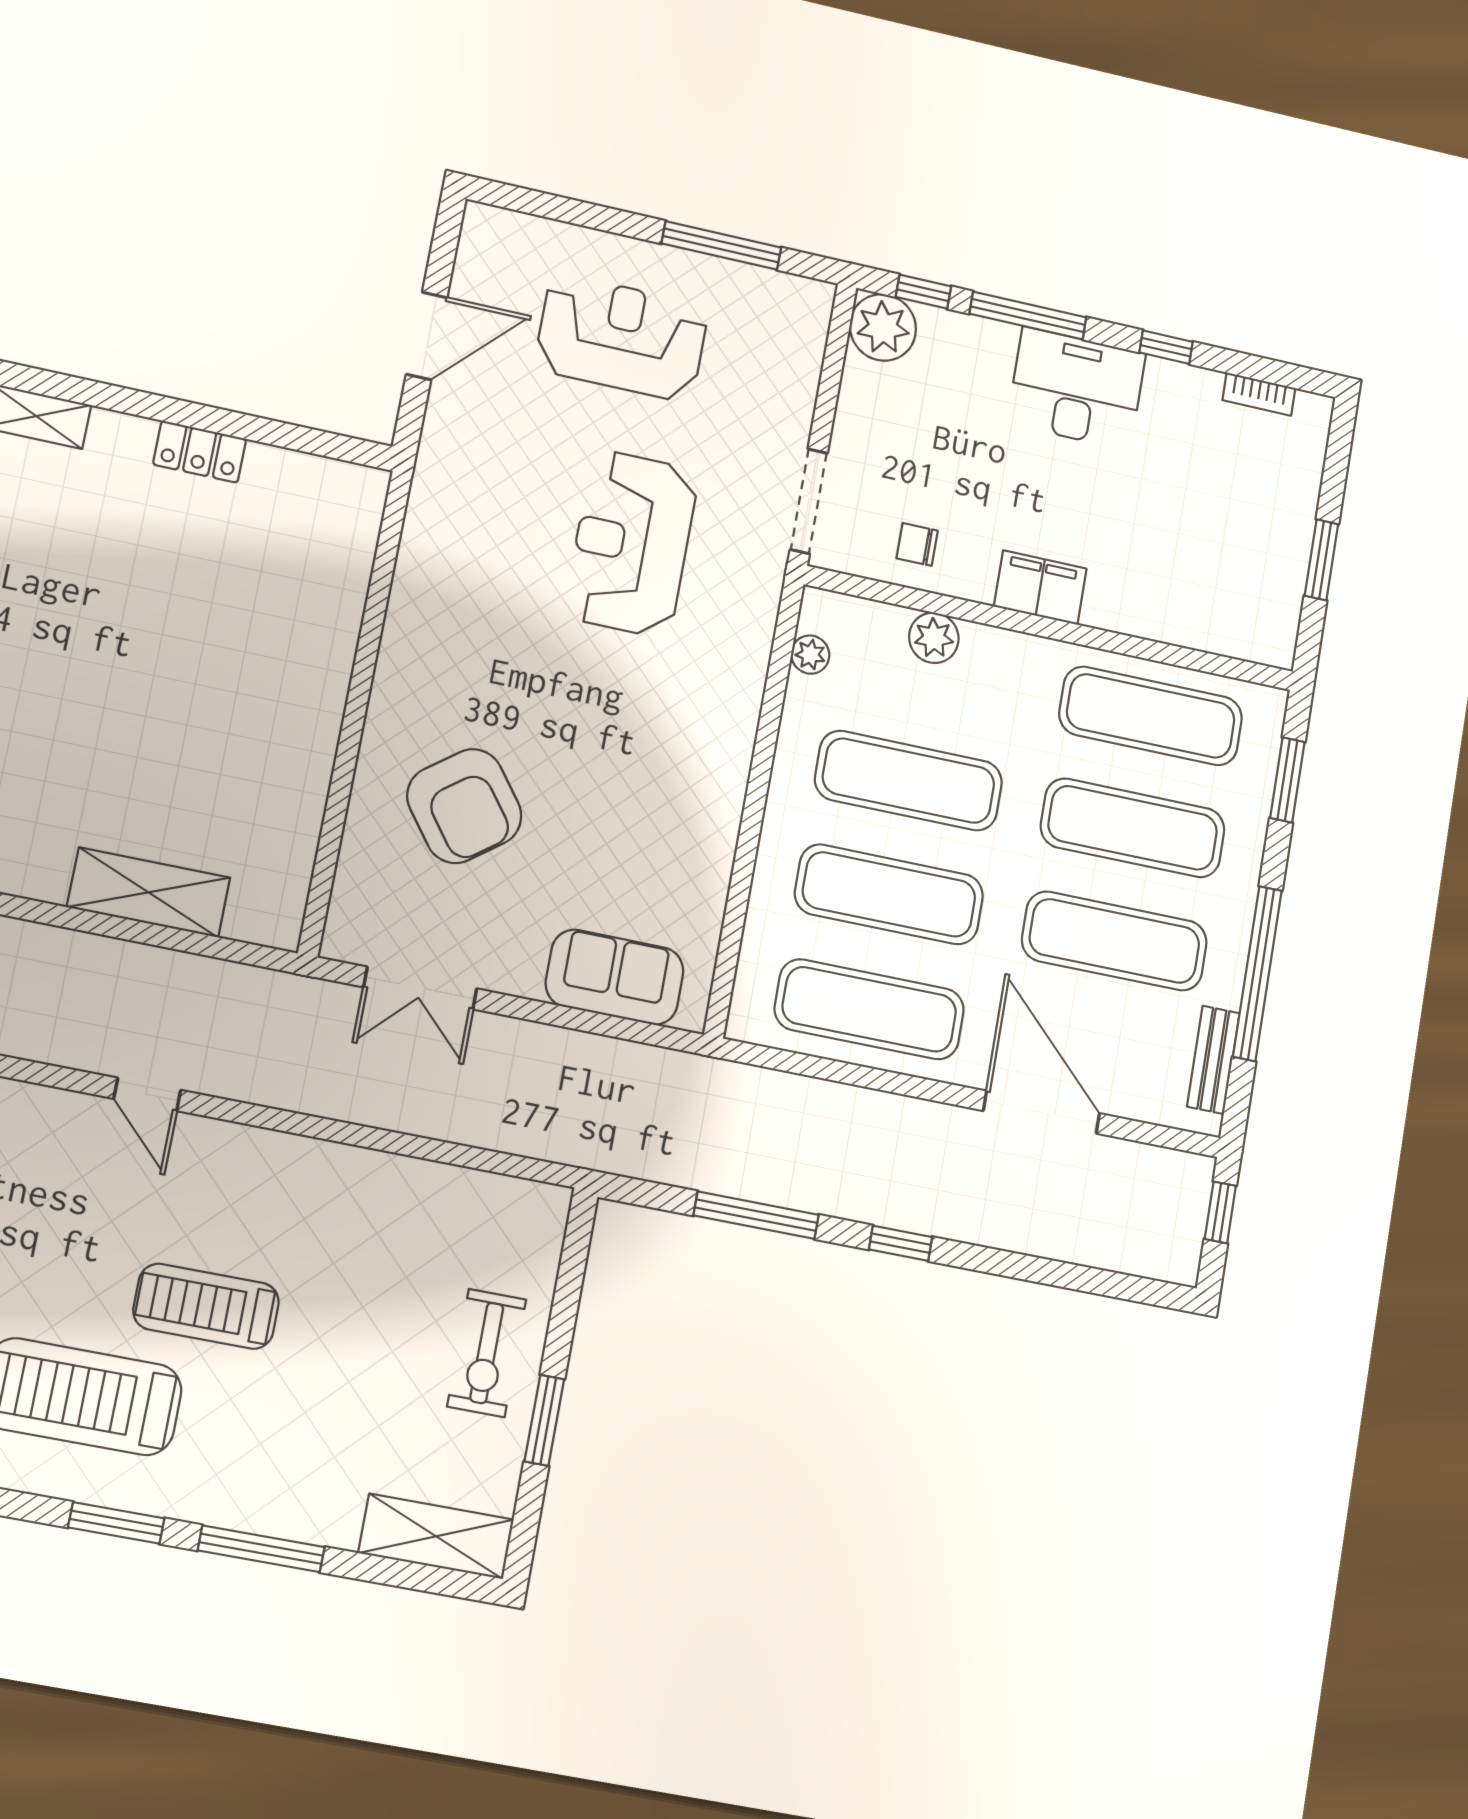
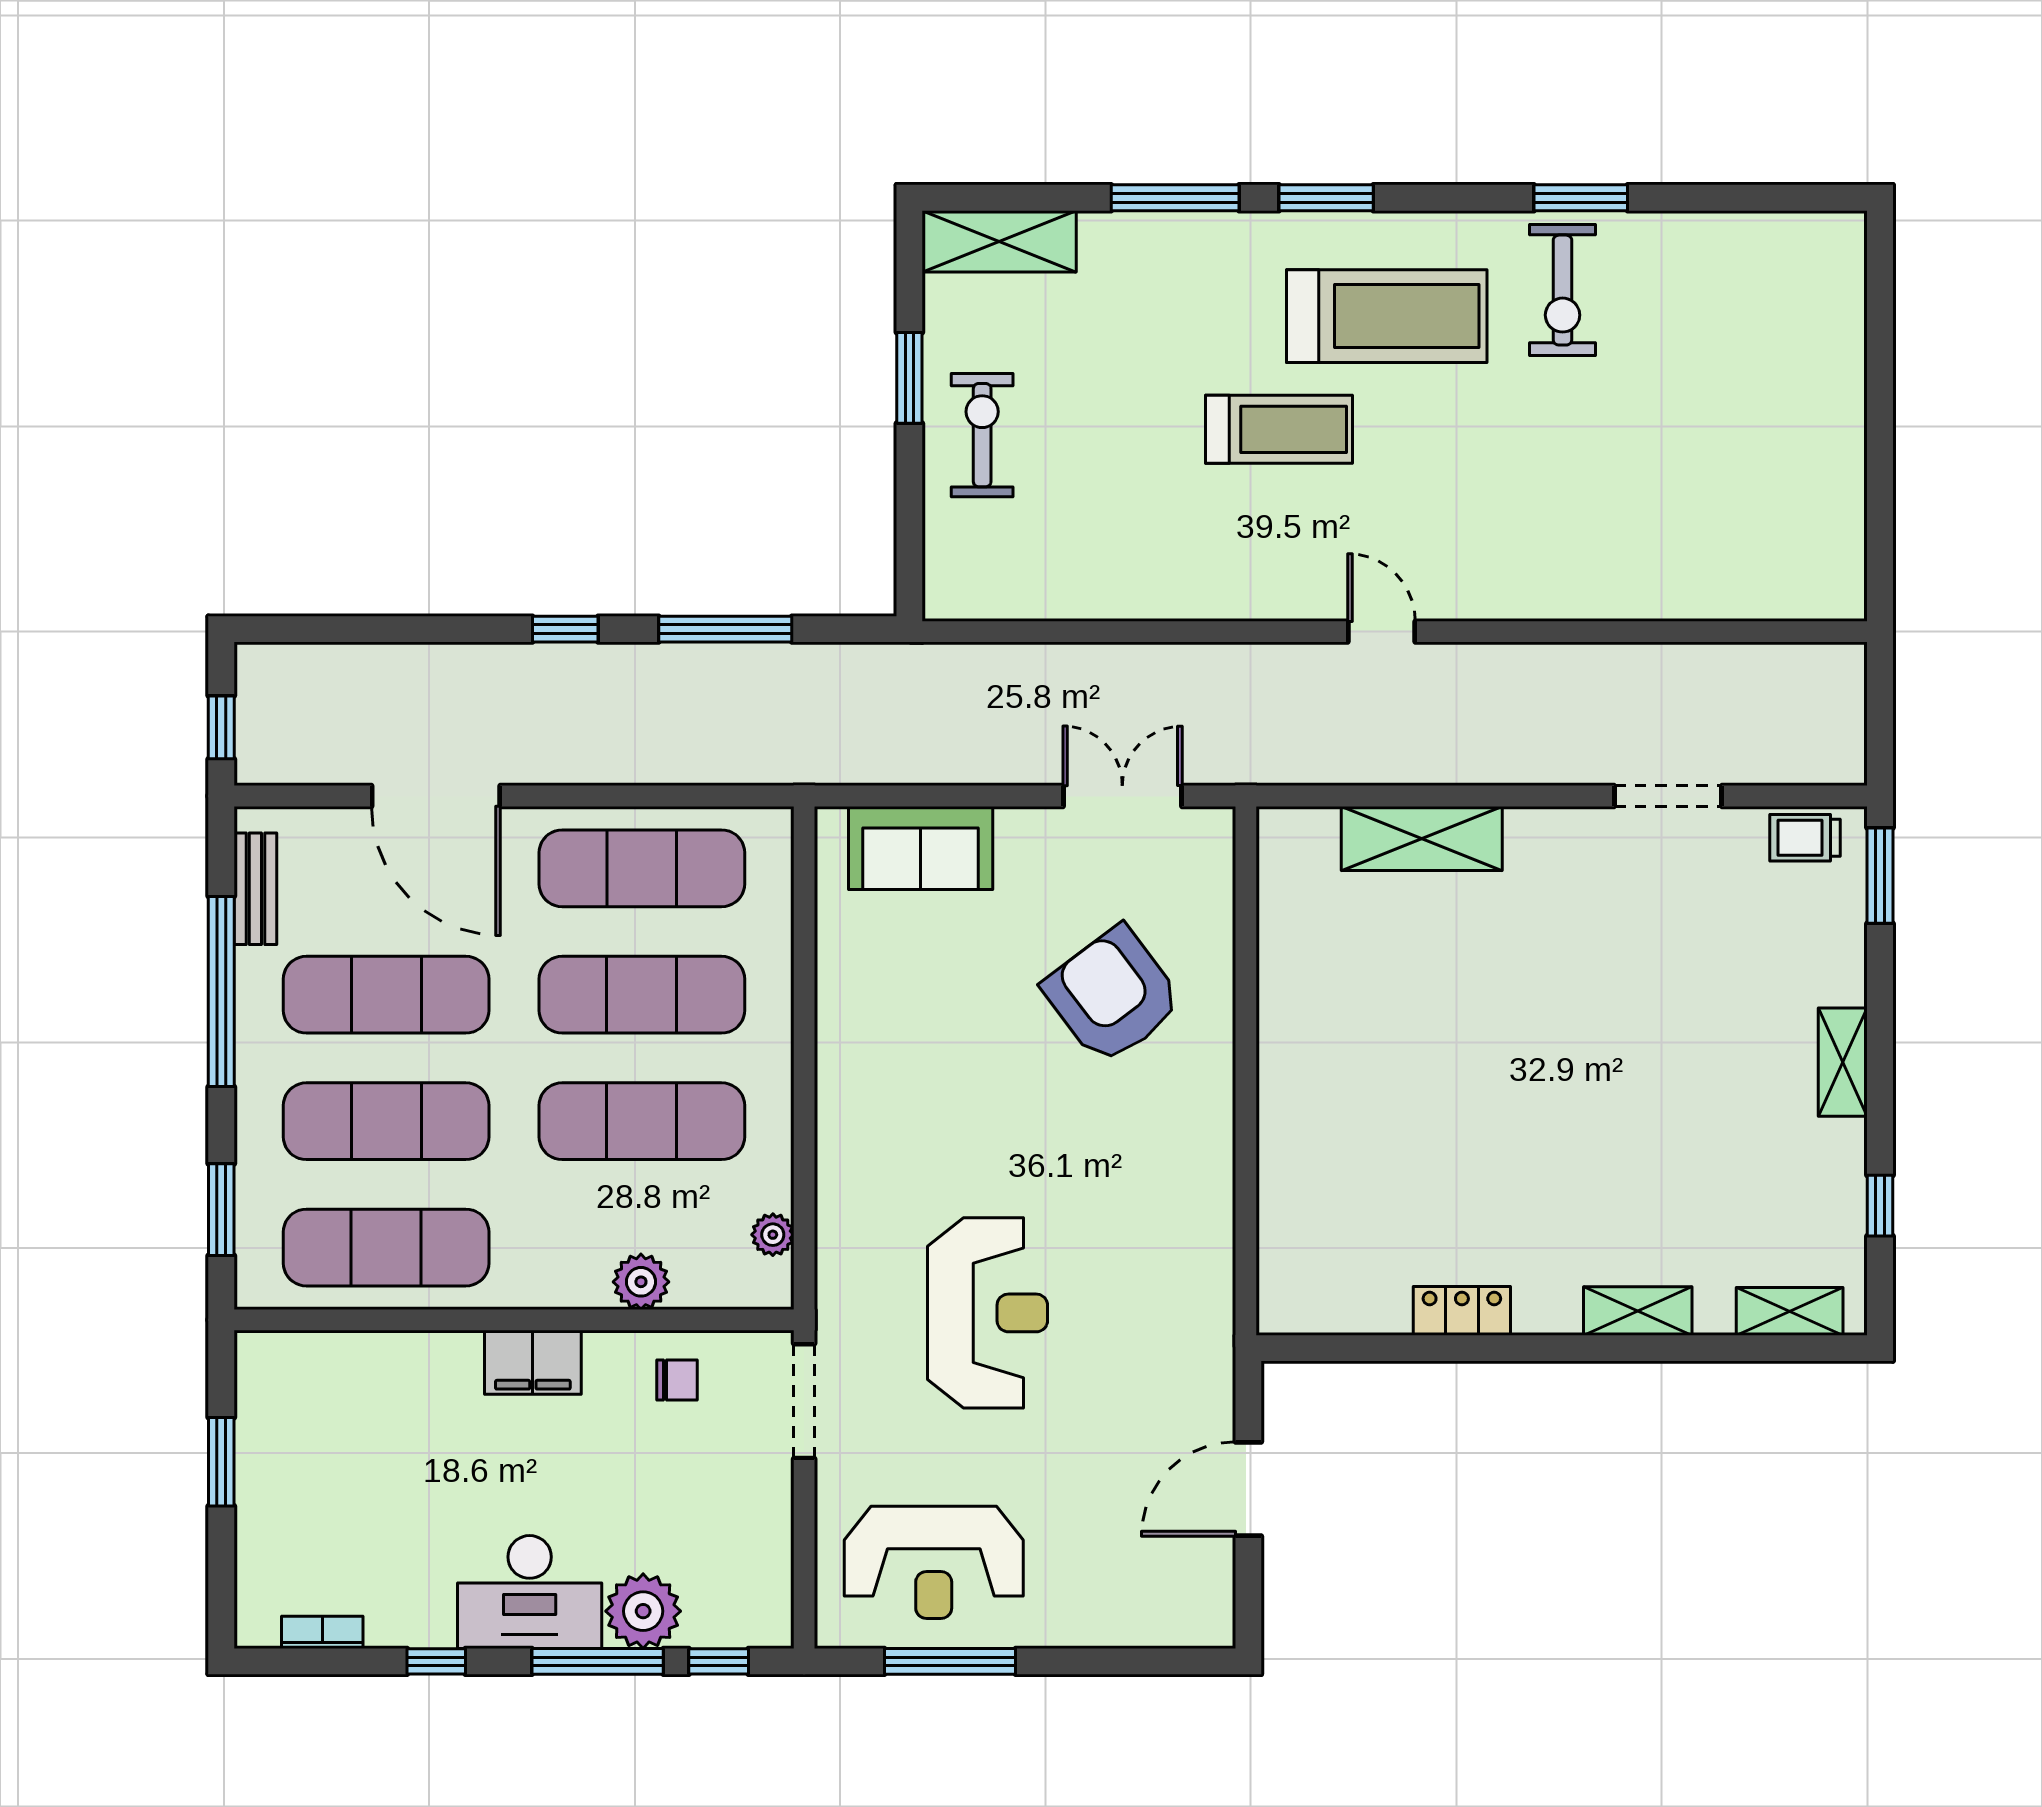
plant: (883, 327) -> (643, 1611), moved
reception desk: (622, 337) -> (934, 1562), moved

